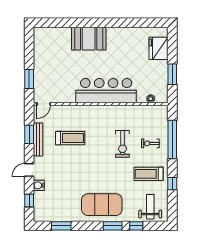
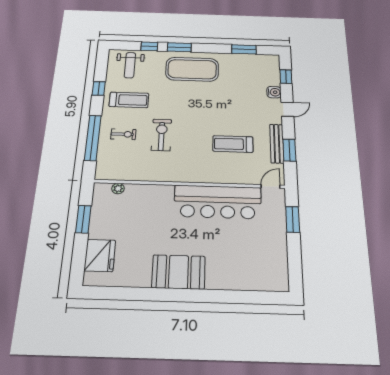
booth: (89, 39) -> (179, 272), moved
bar counter: (106, 91) -> (218, 202), moved

